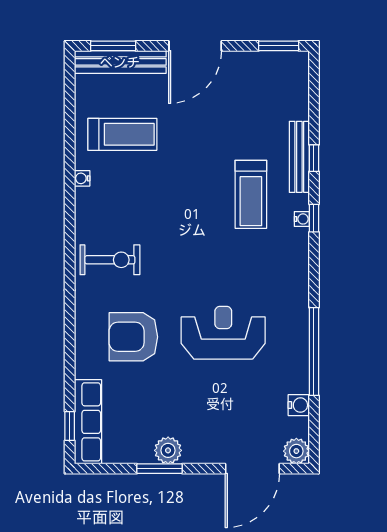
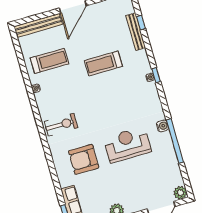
window: (113, 46) -> (32, 18), removed
bench: (299, 157) -> (136, 32), moved
window: (314, 158) -> (141, 23), moved
treadmill: (251, 194) -> (103, 63), moved, turned 90
water cooler: (299, 405) -> (162, 126), moved

